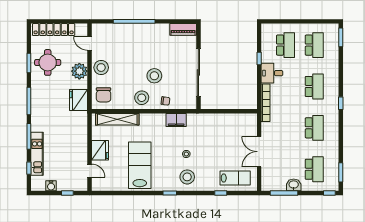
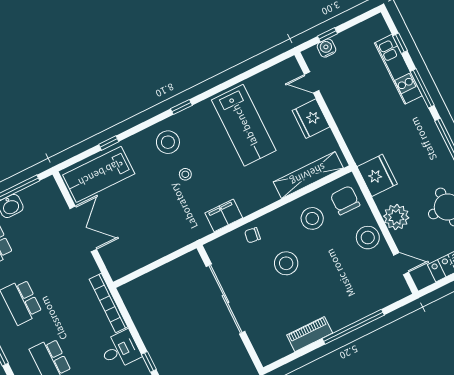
piano: (183, 29) -> (310, 334), moved
stool: (142, 98) -> (312, 218), moved
lab bench: (235, 178) -> (99, 174), width x1.36, depth x1.39
water cooler: (51, 186) -> (326, 48), moved

